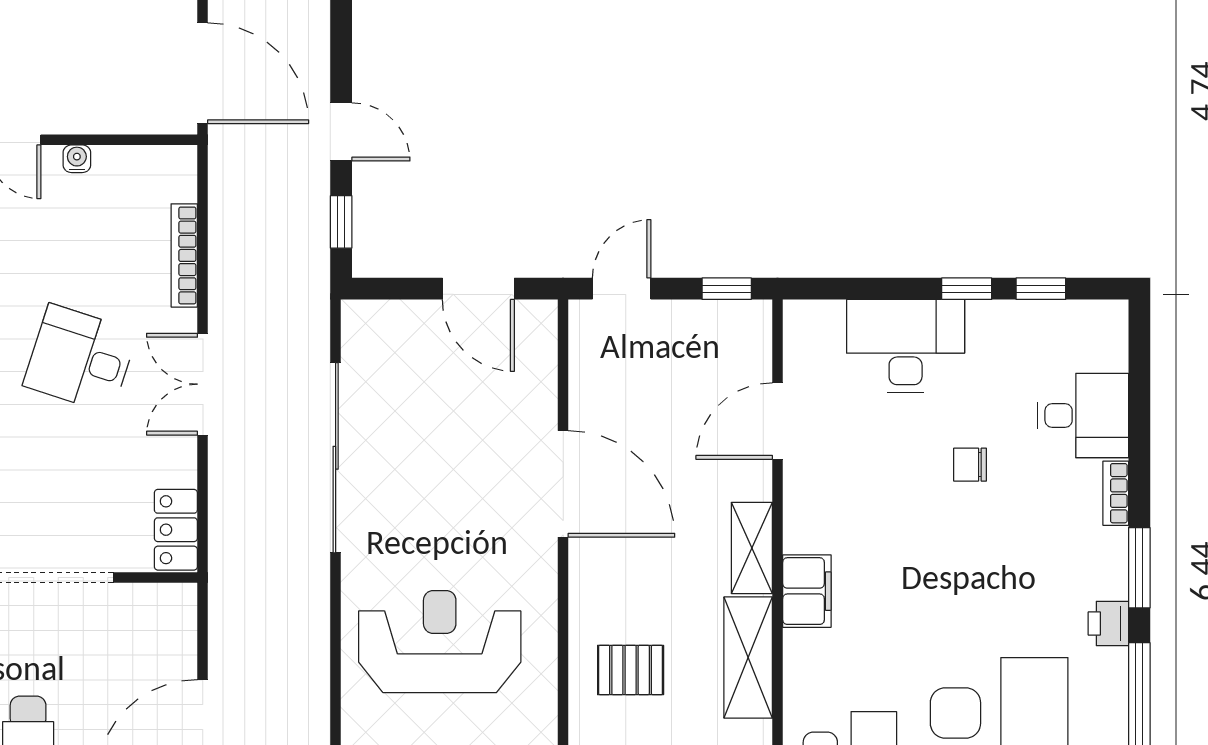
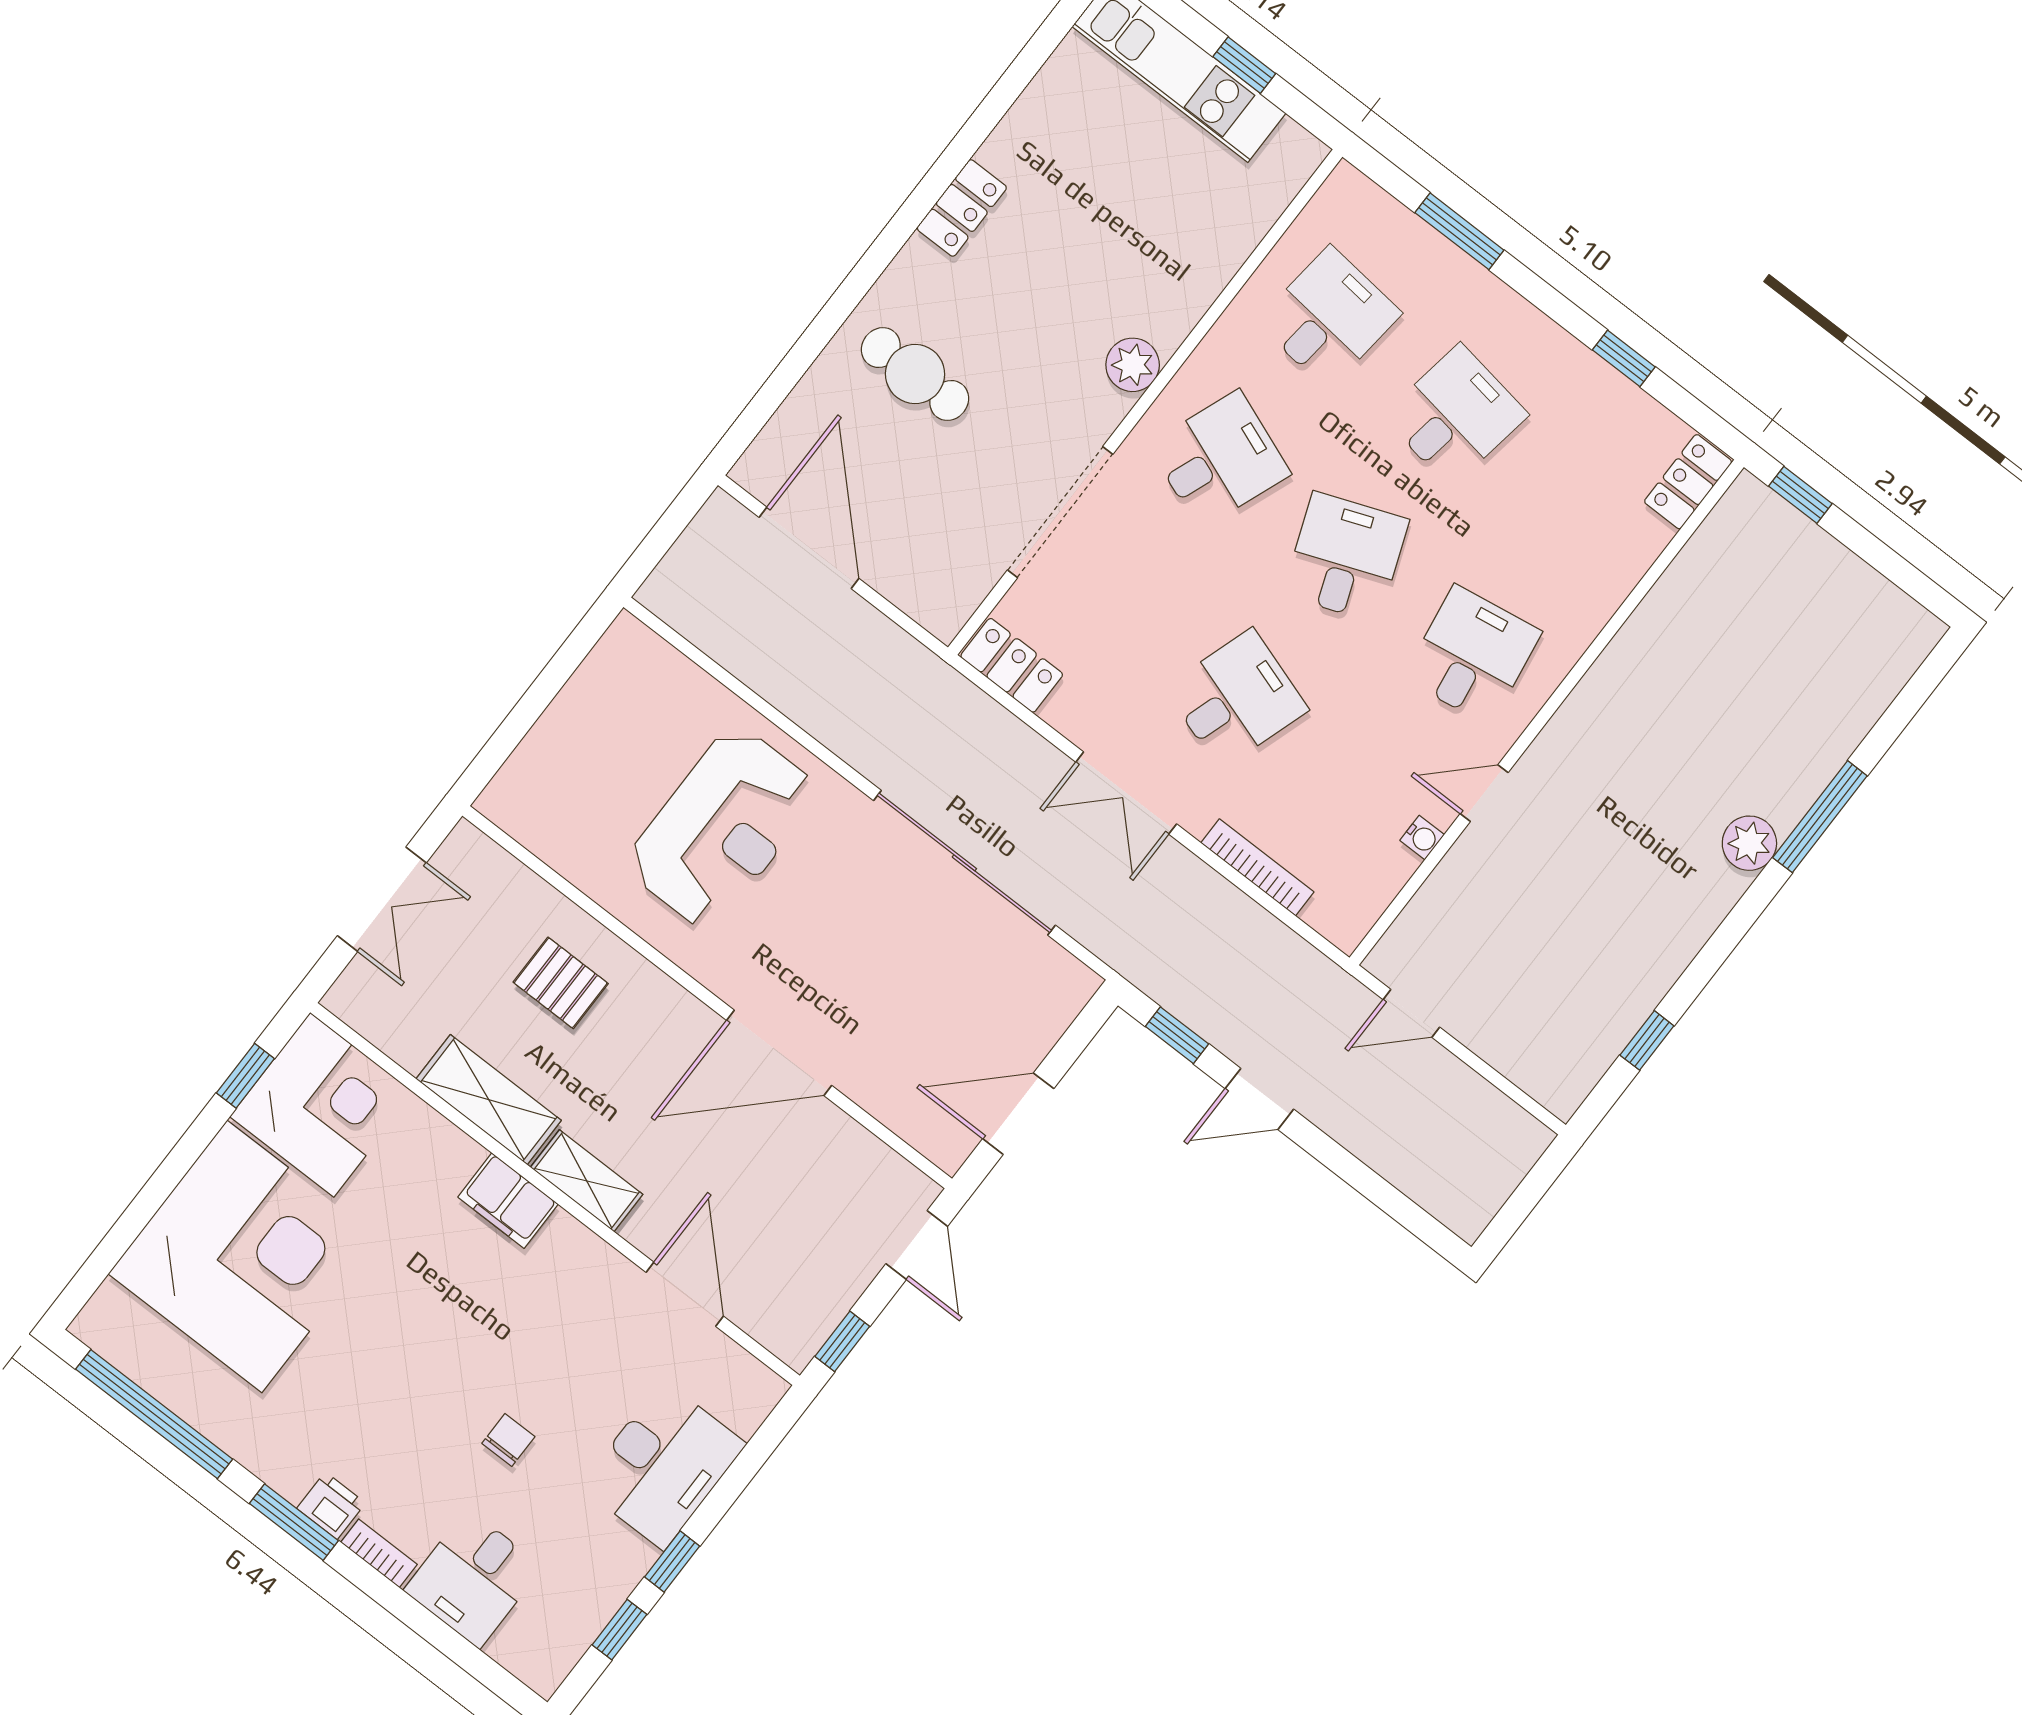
door: (203, 73) -> (1411, 1013), width x0.53
double door: (203, 384) -> (1126, 793), swing flipped
printer: (1108, 624) -> (331, 1506), moved
pallet: (631, 670) -> (561, 983), turned 90

